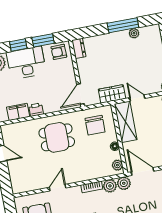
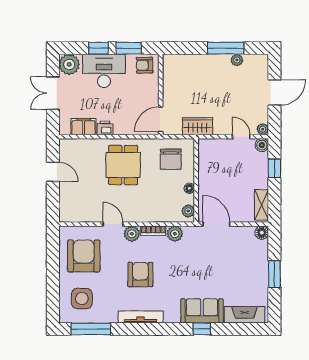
dresser: (79, 48) -> (169, 65), removed
door: (137, 98) -> (241, 137), moved
shelving: (126, 122) -> (207, 162), removed
dining table: (57, 137) -> (123, 165), turned 90
plant: (124, 183) -> (132, 234), moved
door: (58, 188) -> (113, 224), hinge flipped

